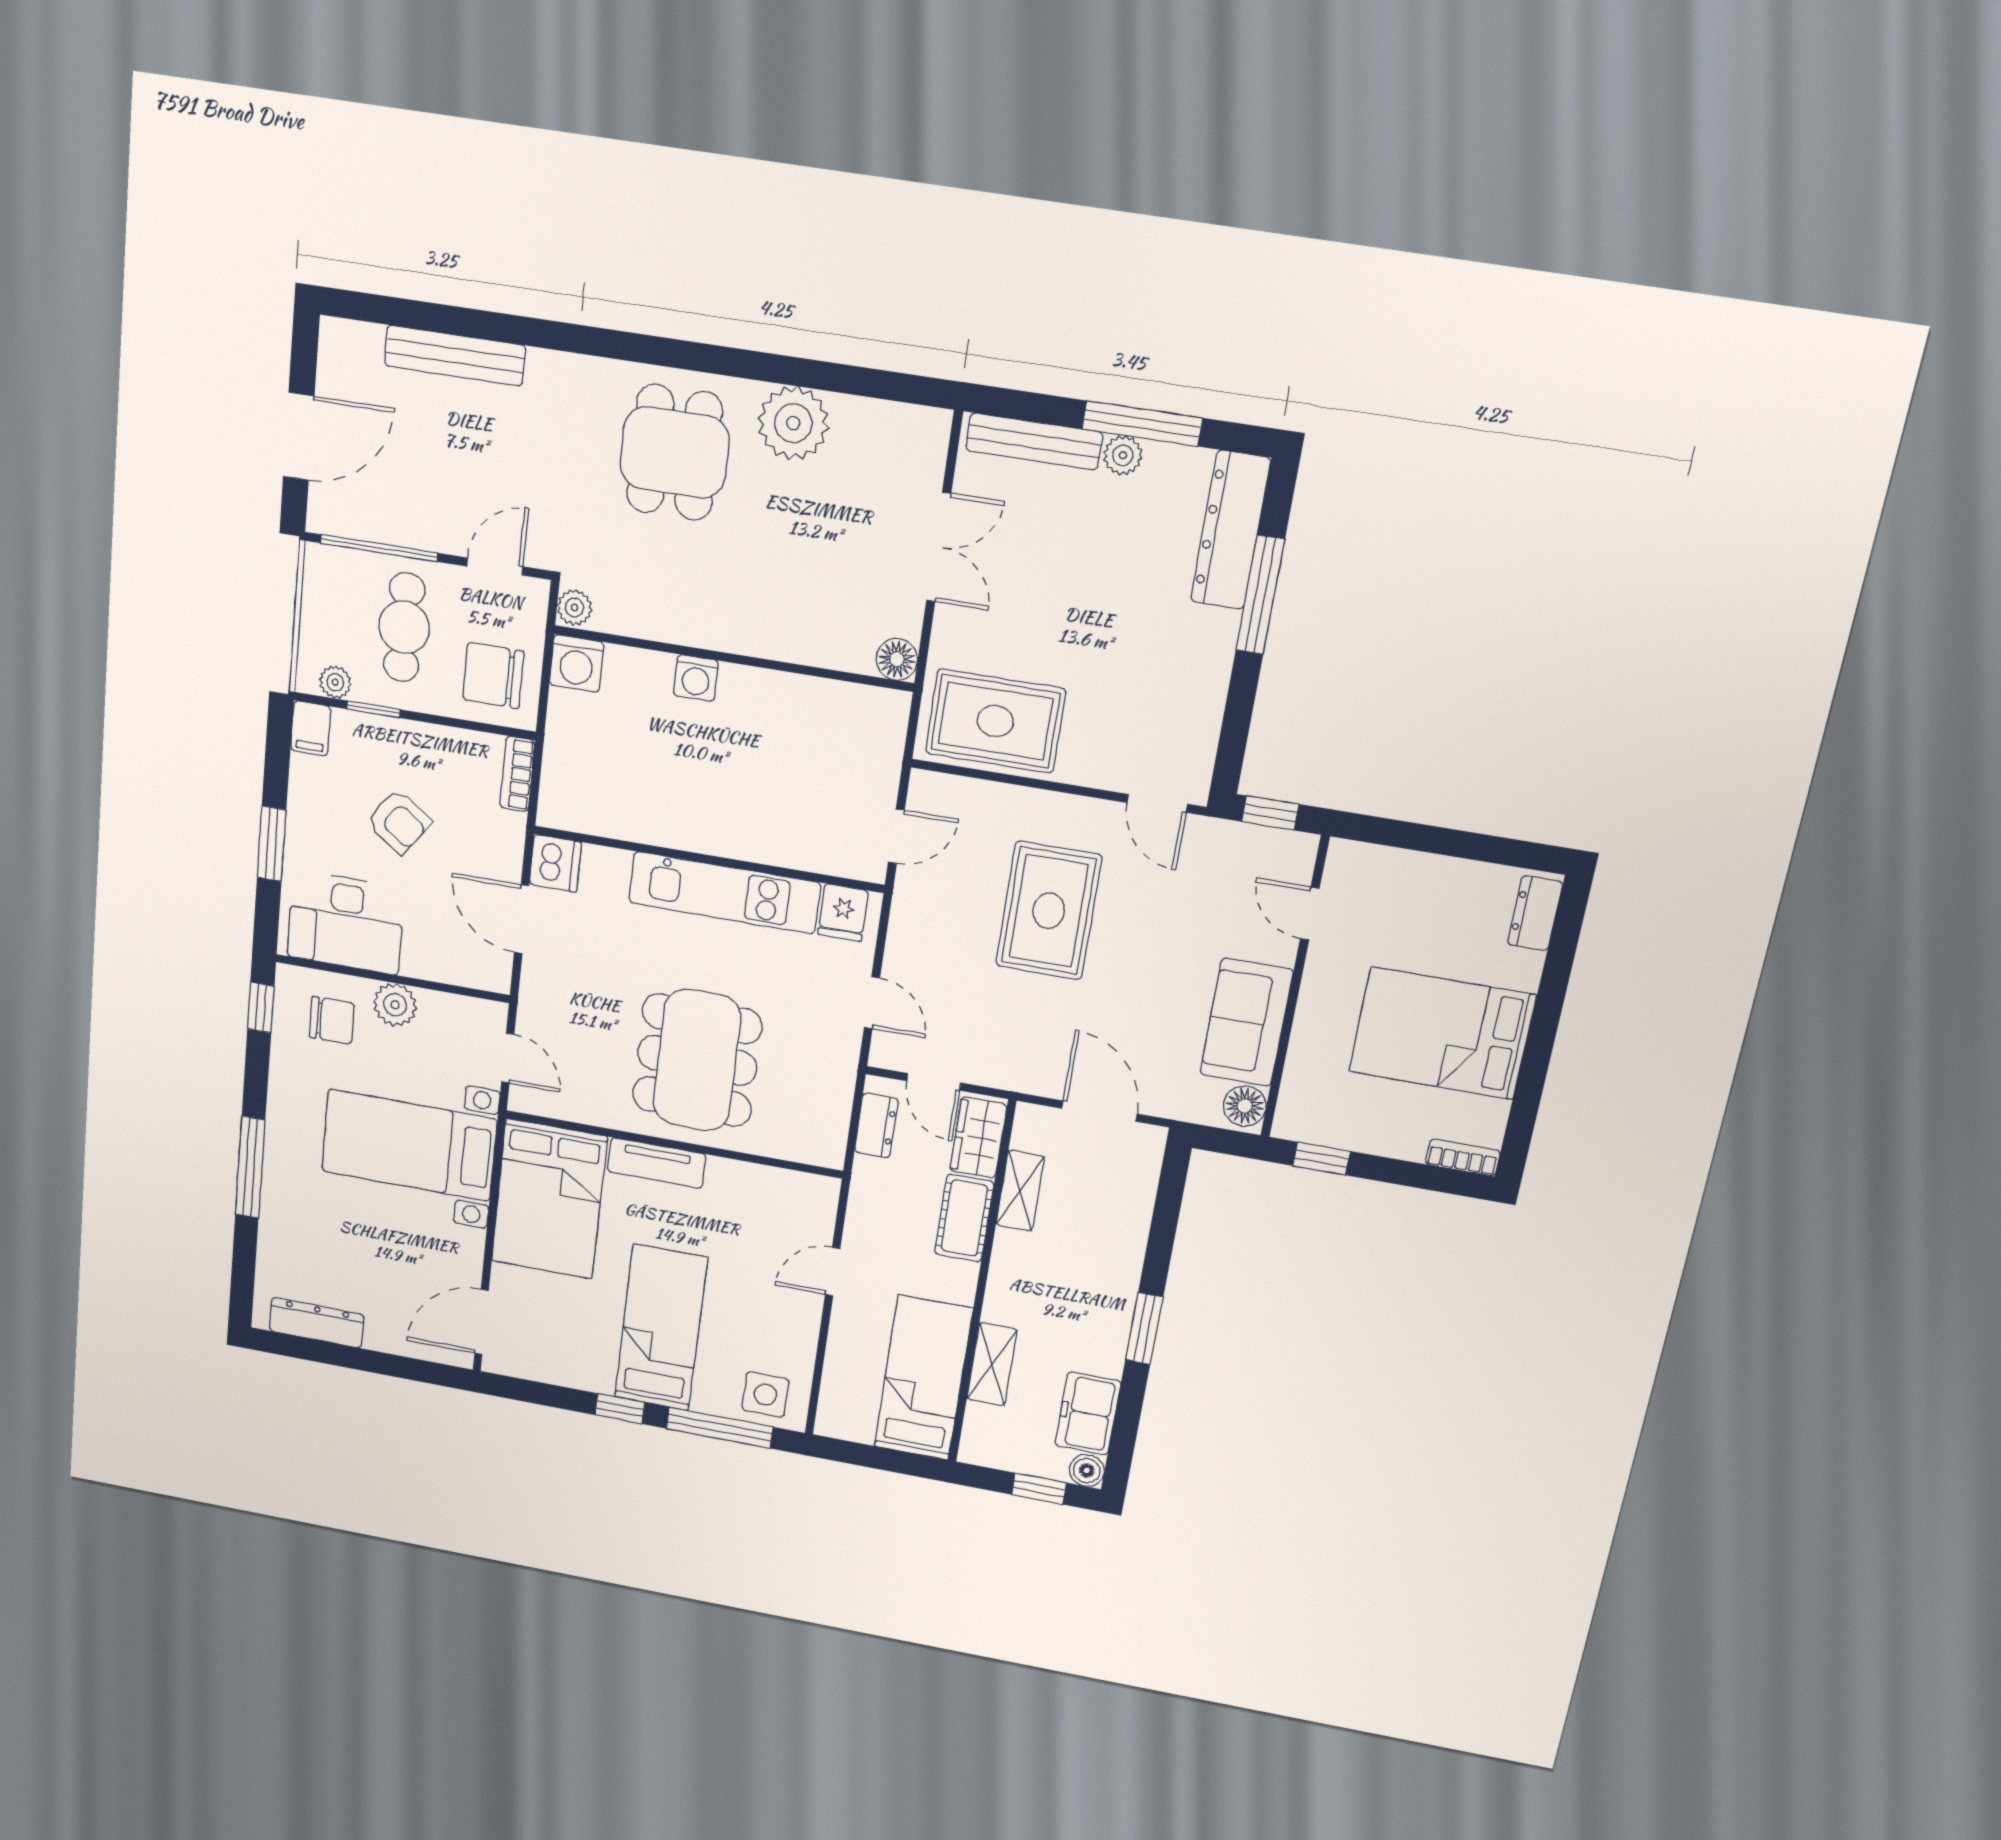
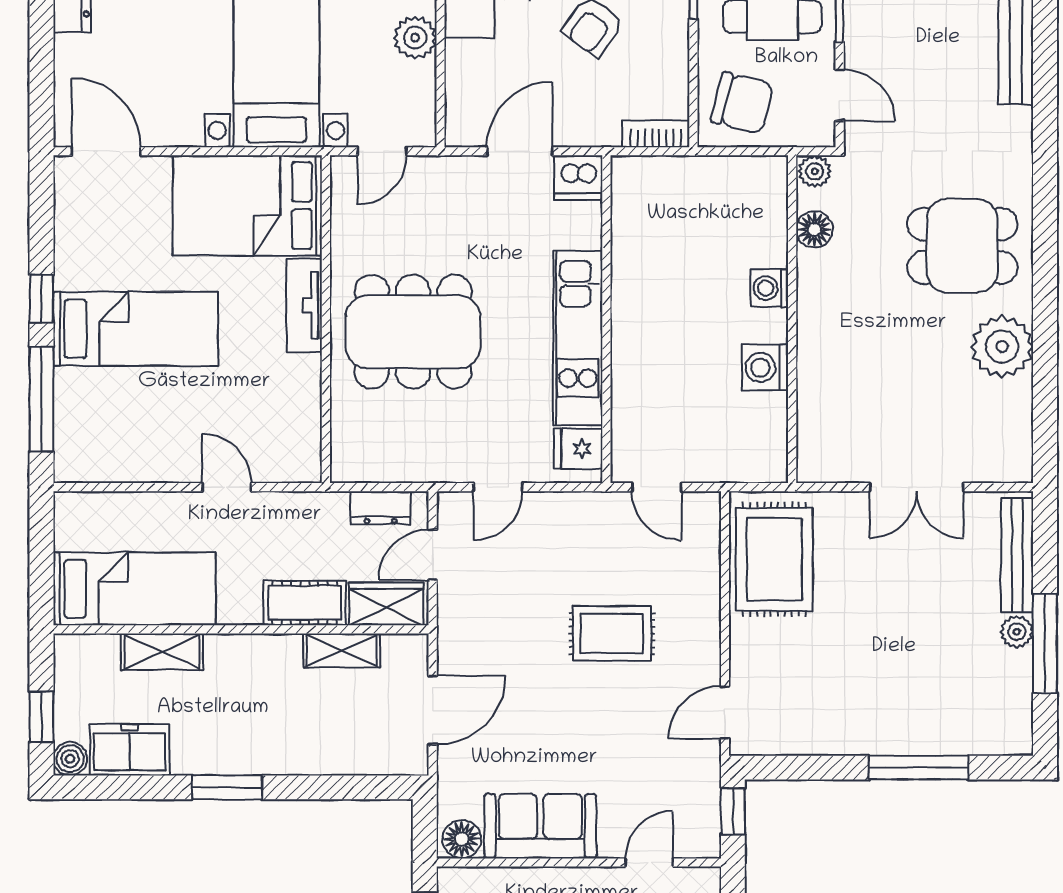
dresser: (1231, 530) -> (969, 733), removed
floor lamp: (897, 659) -> (814, 230), moved
washing machine: (577, 663) -> (765, 367), moved
chair: (493, 675) -> (742, 103), turned 104
rug: (1049, 911) -> (612, 633), width x0.73, depth x0.70
side table: (765, 1395) -> (86, 439), removed

